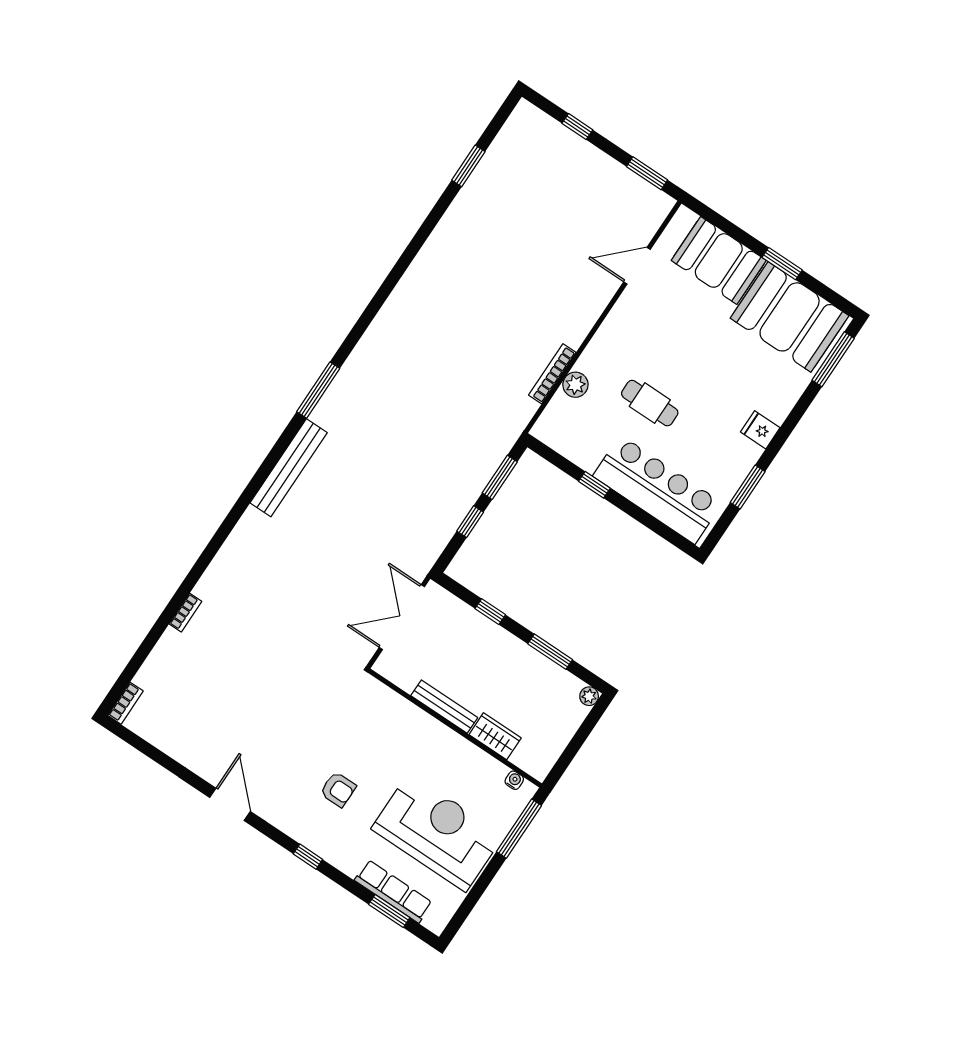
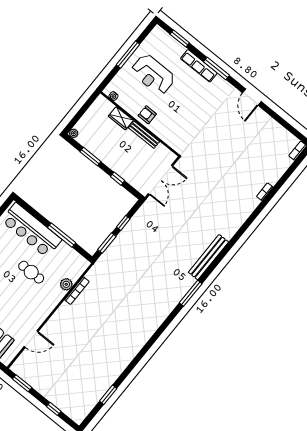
window: (594, 485) -> (62, 235), width x2.17
armchair: (338, 789) -> (147, 115), moved
window: (519, 829) -> (128, 55), moved
reception desk: (437, 832) -> (153, 74), width x0.74, depth x0.77
window: (308, 857) -> (217, 68), width x2.17
row of seats: (393, 891) -> (199, 66), moved

